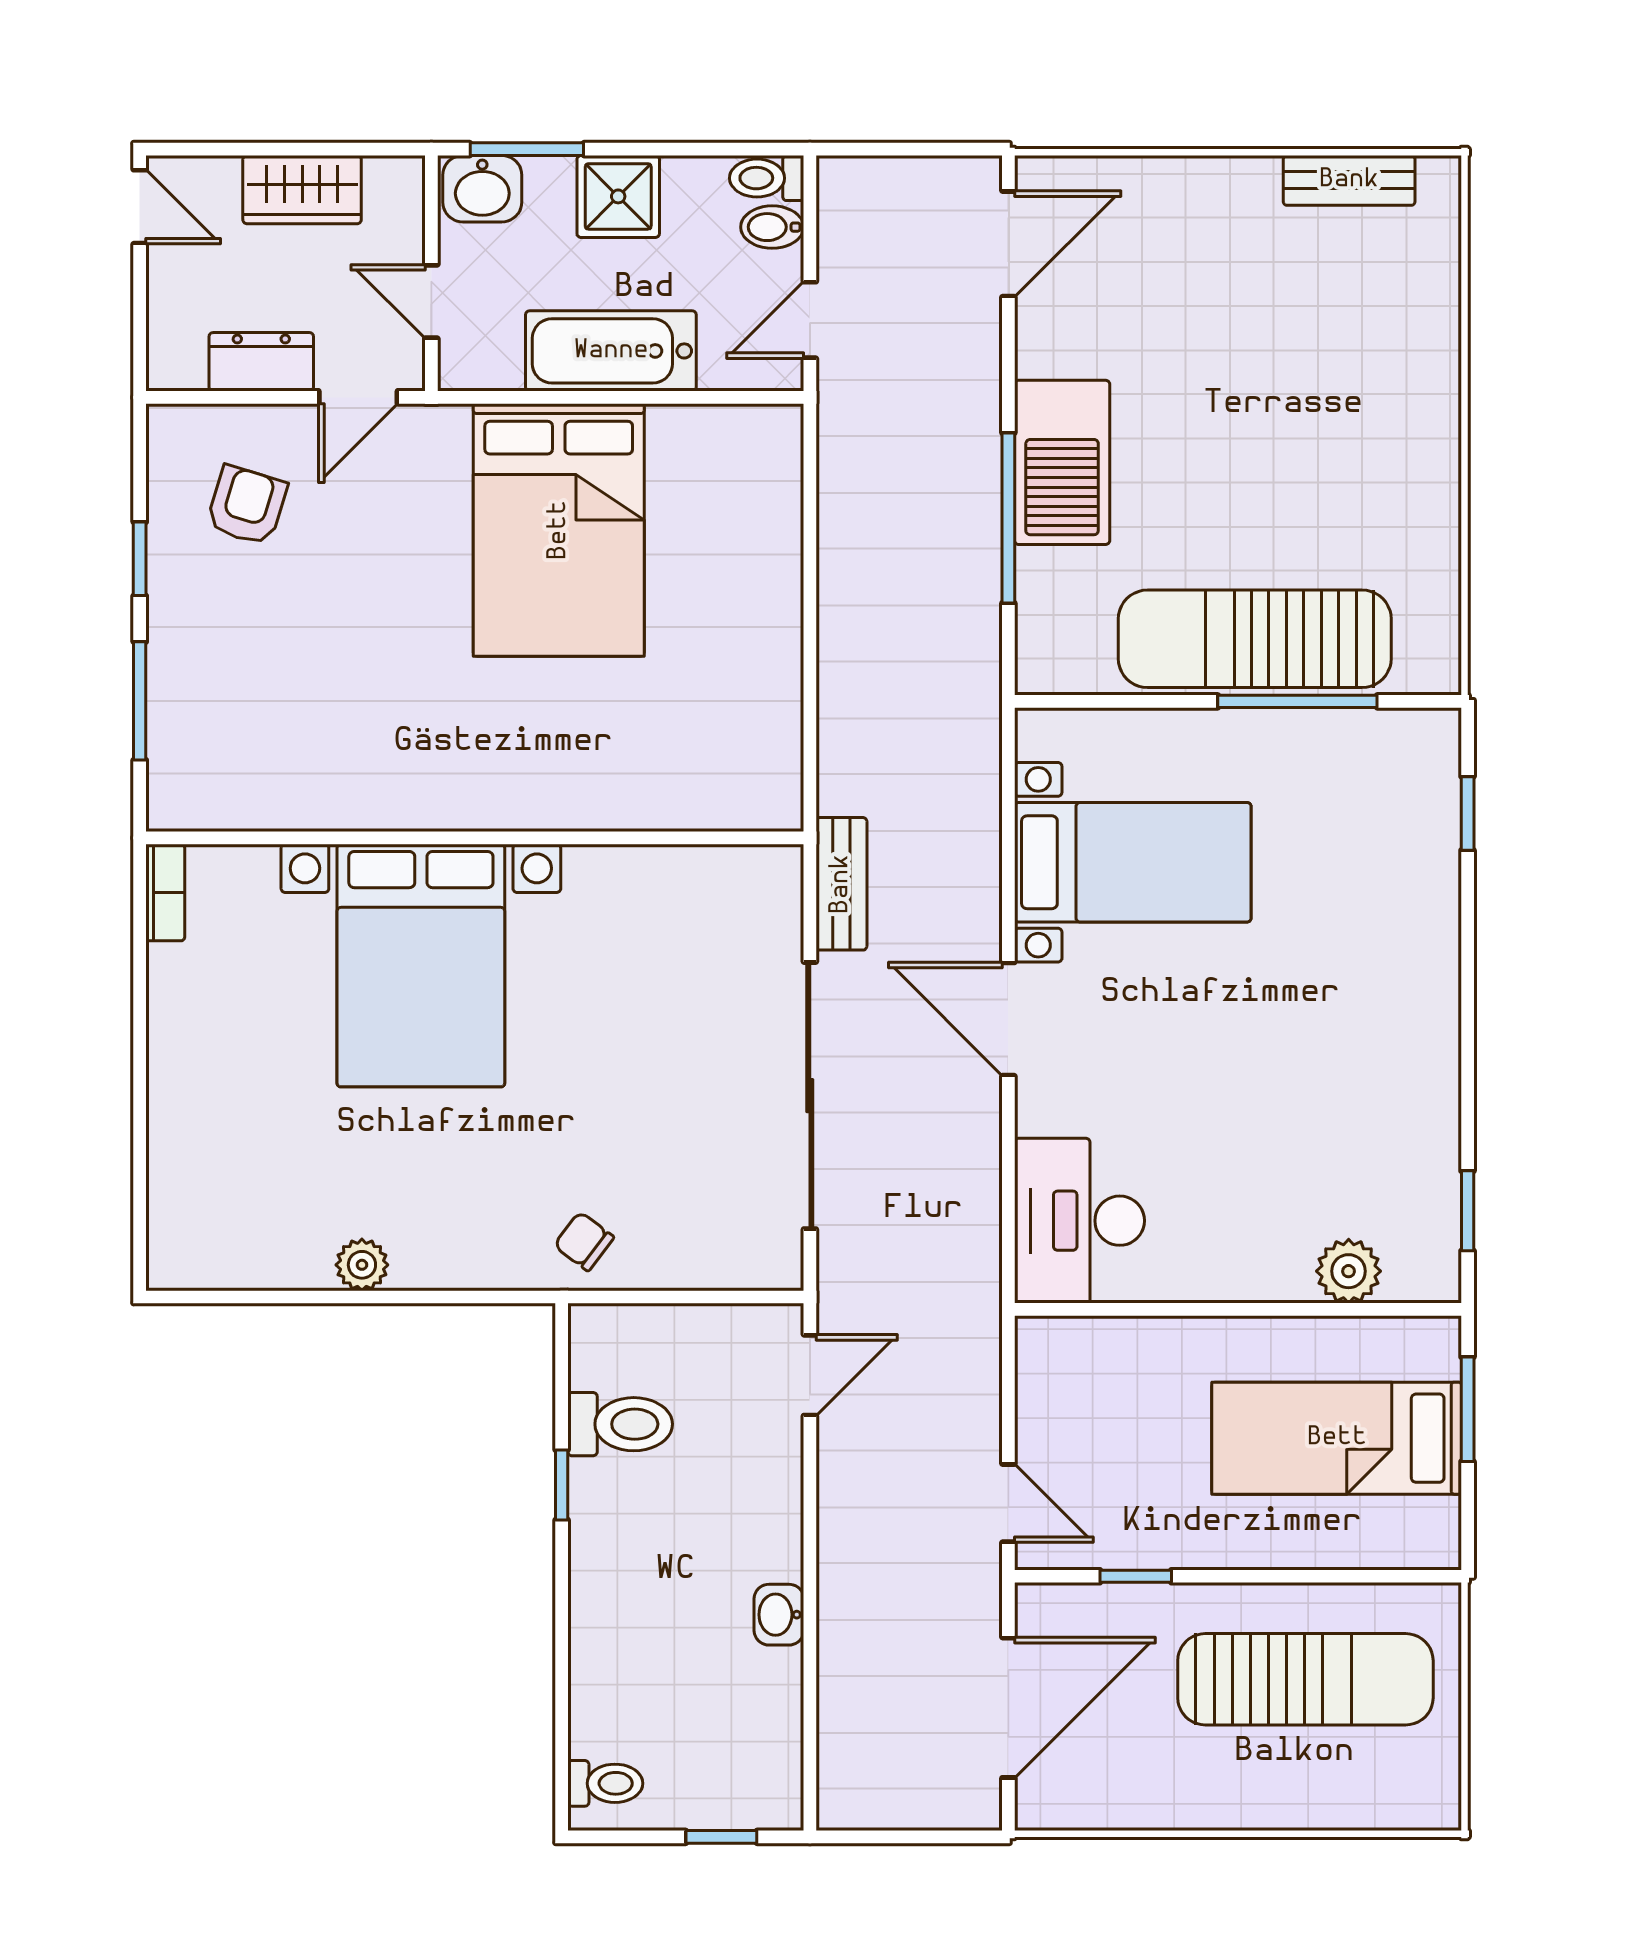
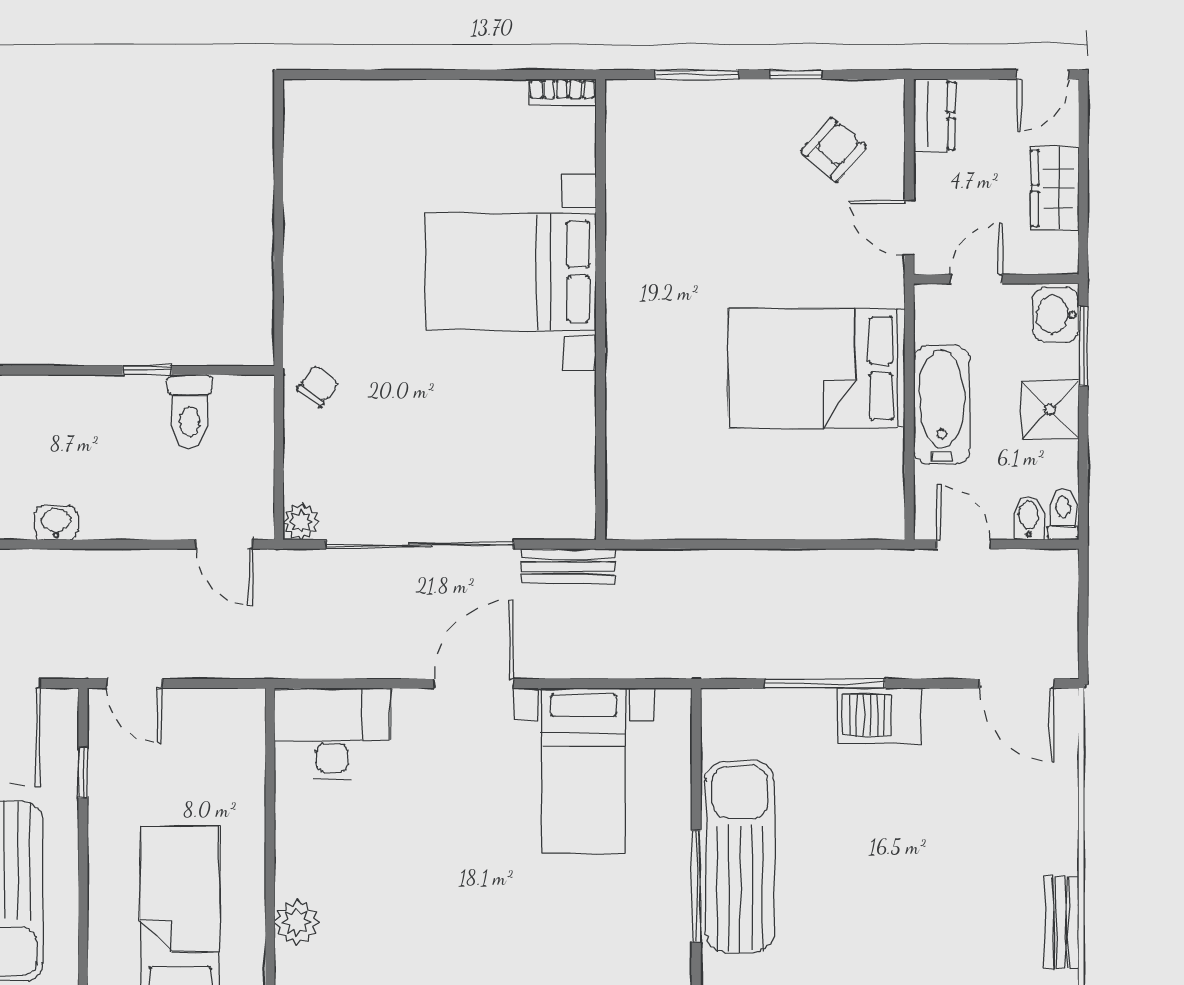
dresser: (261, 362) -> (934, 115), moved
barbecue: (1062, 462) -> (879, 715), width x0.73, depth x0.83
armchair: (247, 505) -> (834, 150), turned -66
plant: (362, 1265) -> (301, 522), moved
door: (1008, 1503) -> (134, 684), hinge flipped

